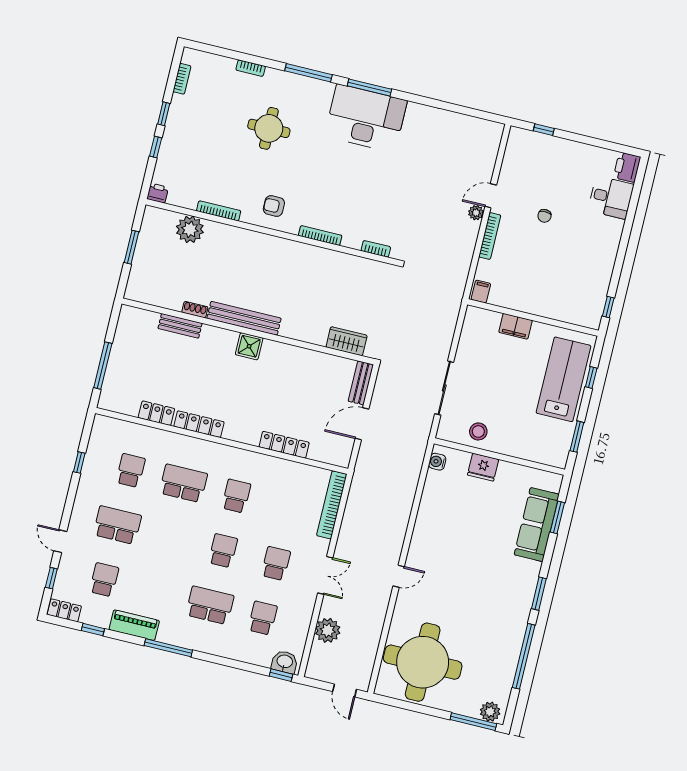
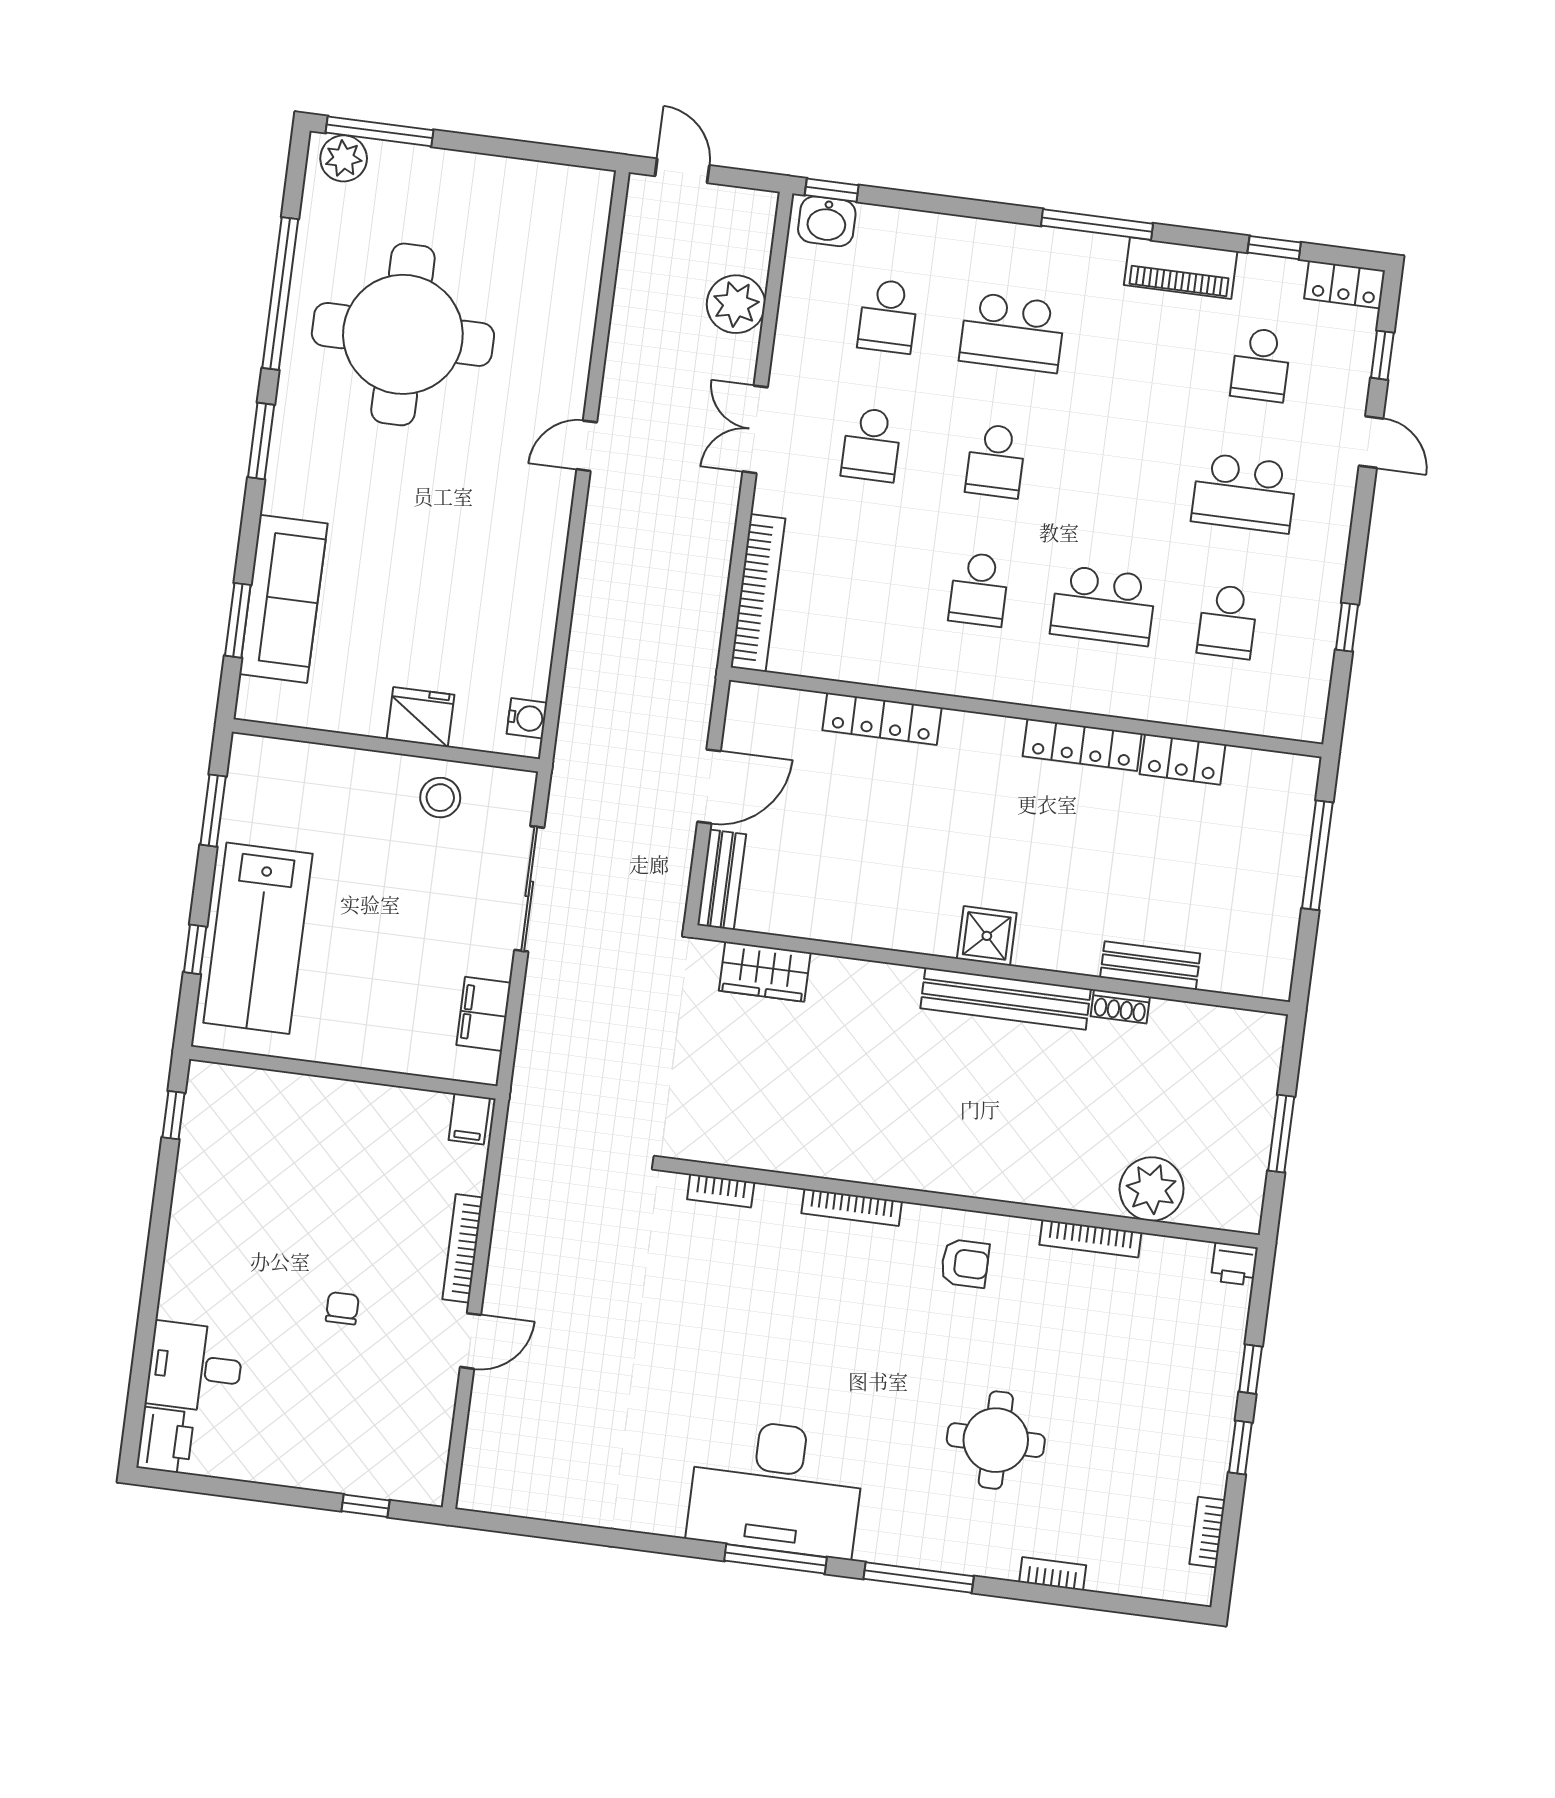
plant: (476, 213) -> (500, 1298), removed
filing cabinet: (515, 326) -> (484, 1014), moved, turned -90
round table: (423, 662) -> (403, 334), moved

